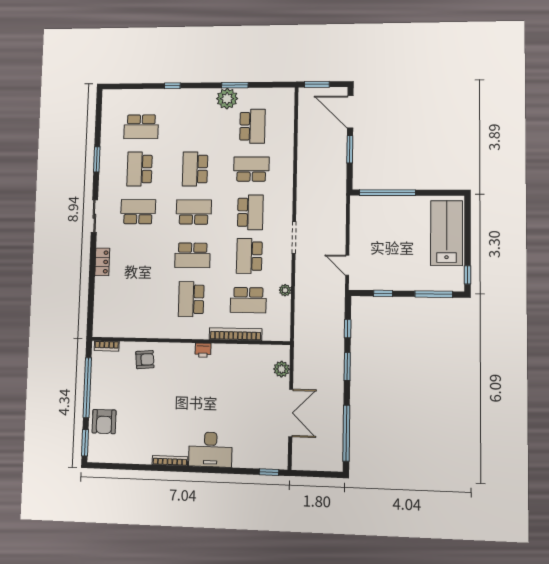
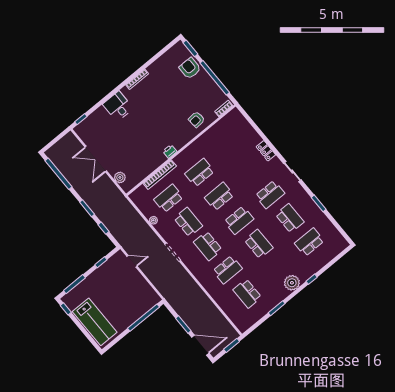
plant: (227, 99) -> (292, 283), moved
school desk: (191, 299) -> (200, 173), turned -90
desk: (210, 449) -> (118, 106), width x0.73

